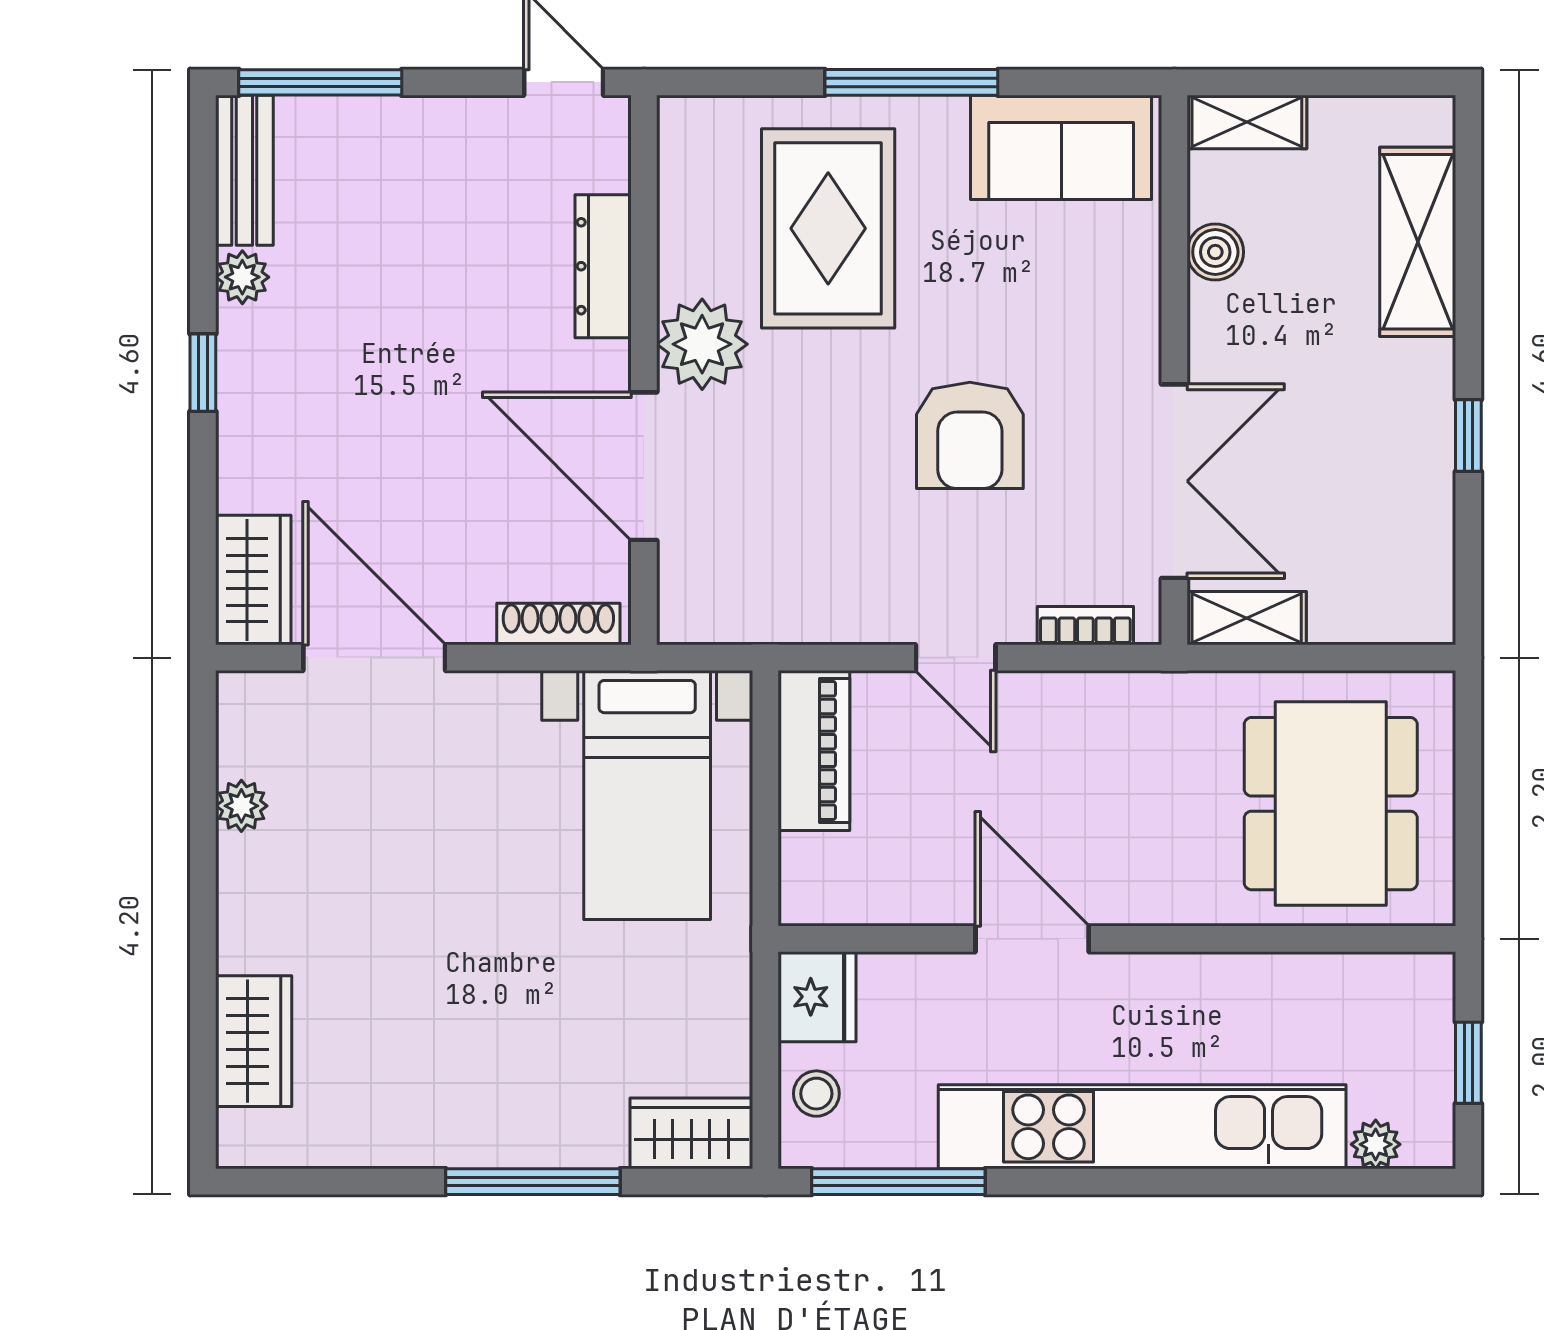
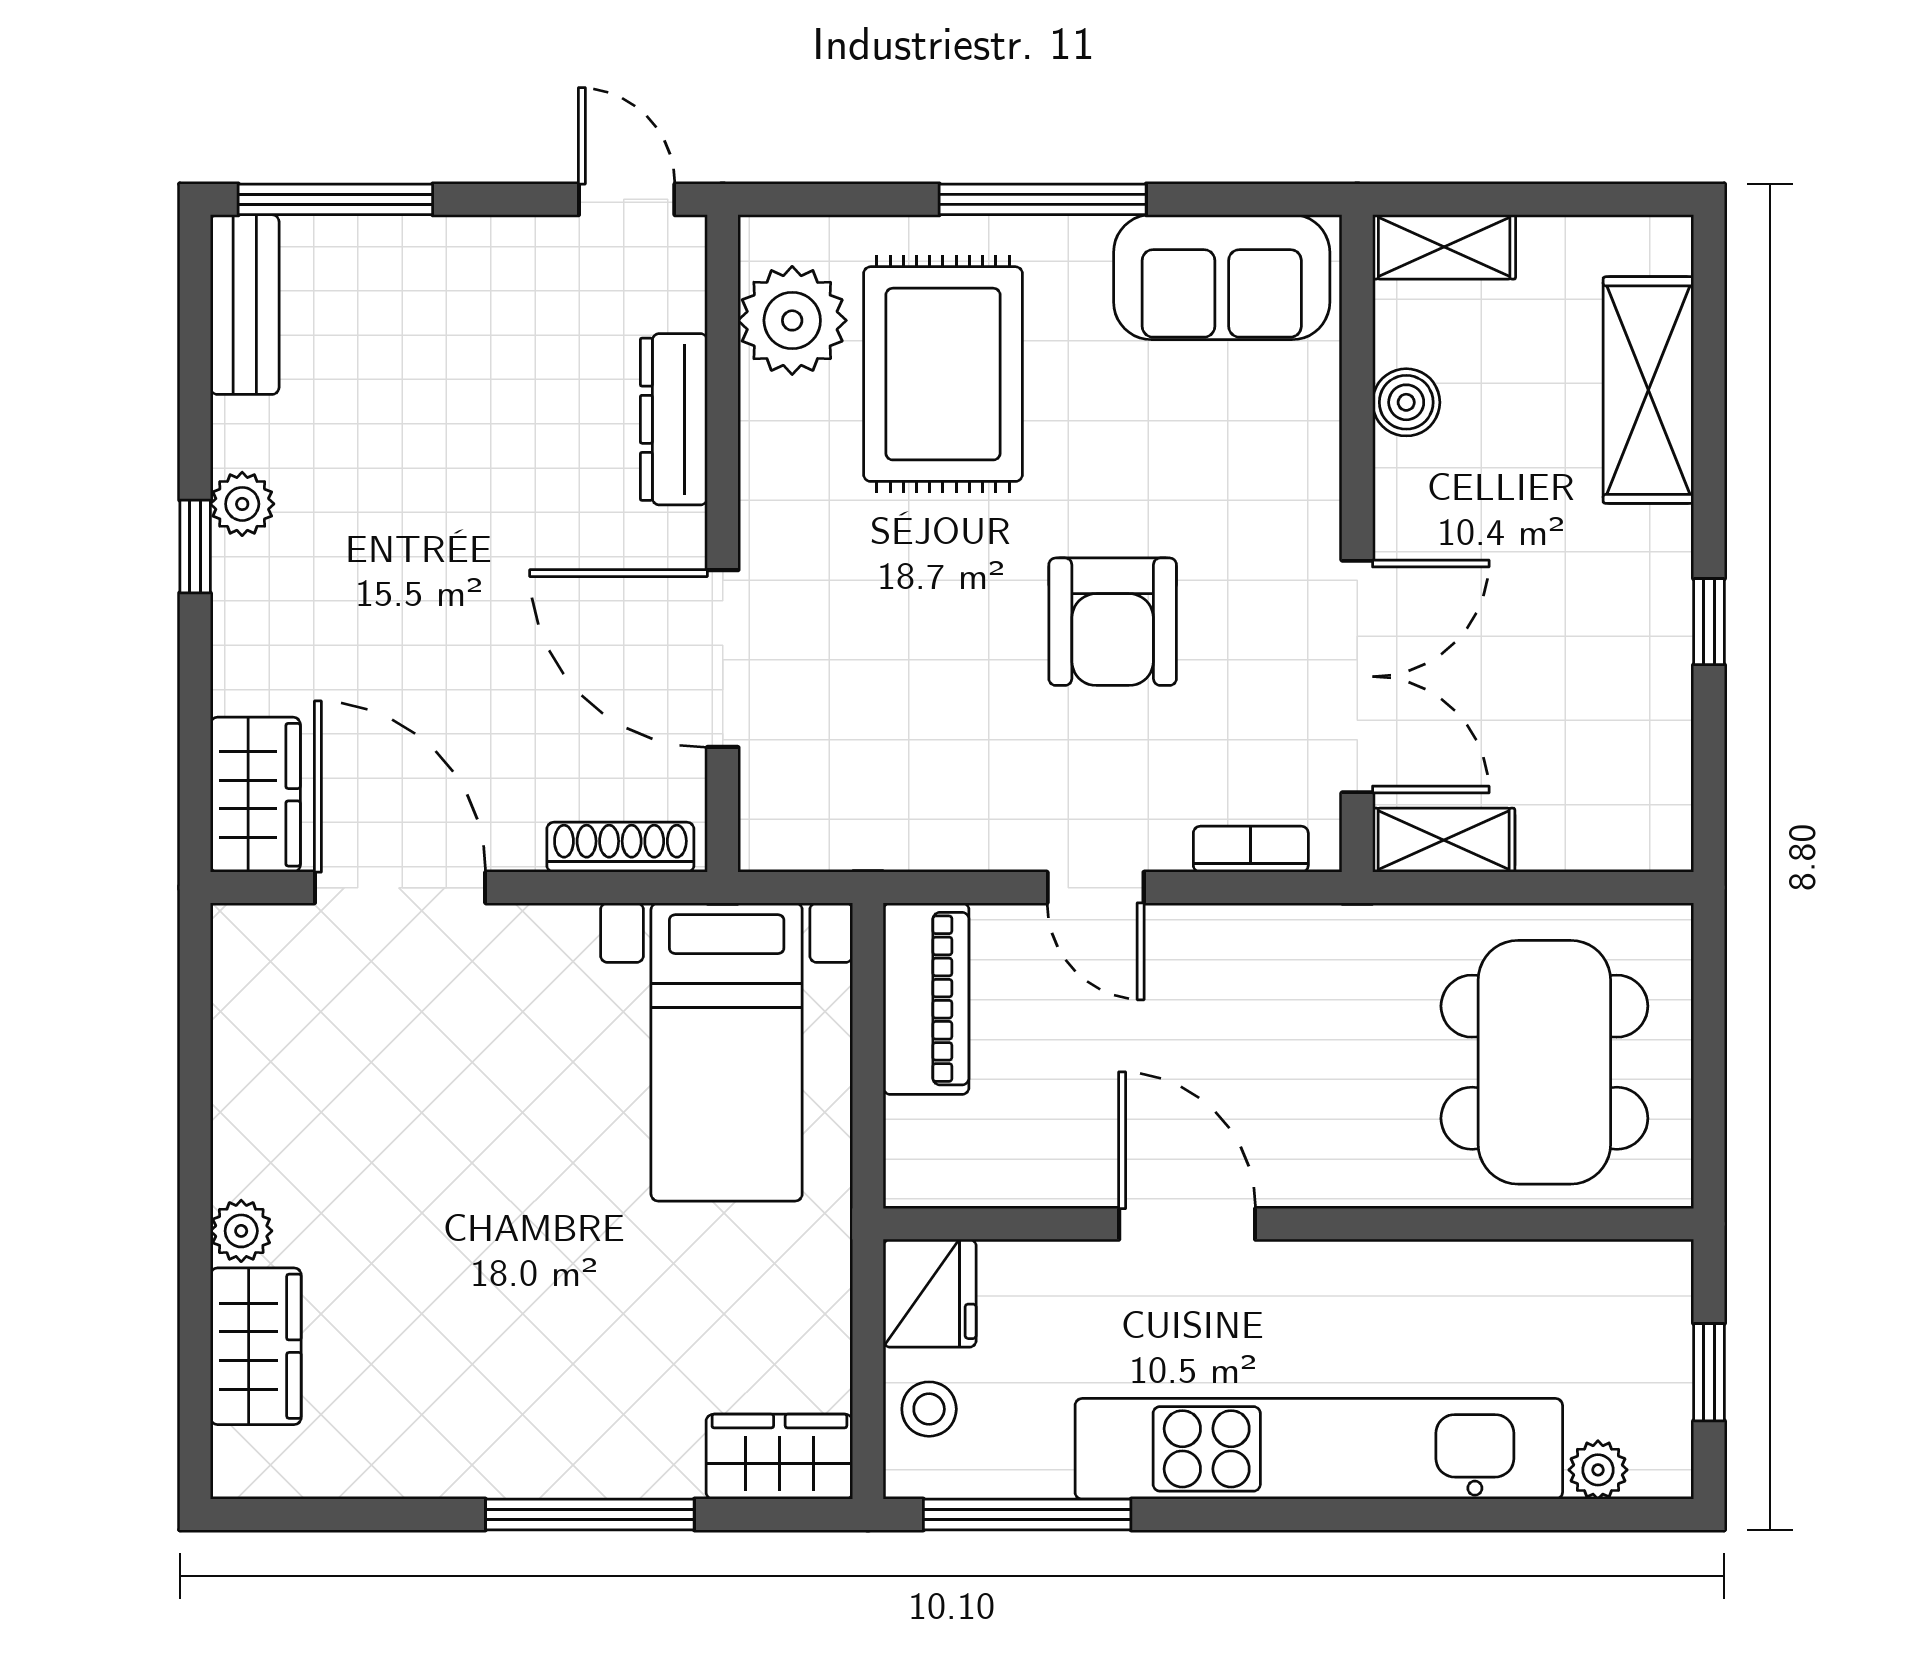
plant: (242, 277) -> (242, 504), moved
plant: (702, 344) -> (792, 320), moved
plant: (241, 806) -> (241, 1231), moved

